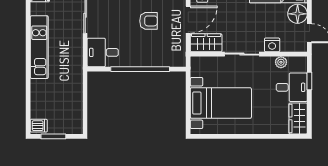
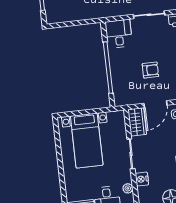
door: (188, 20) -> (155, 104), hinge flipped
armchair: (149, 21) -> (150, 70), turned -90

